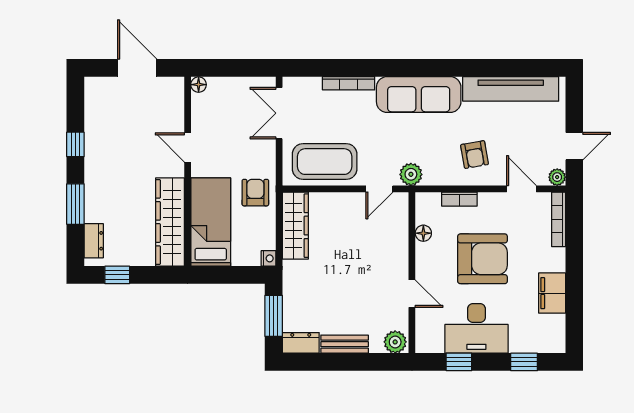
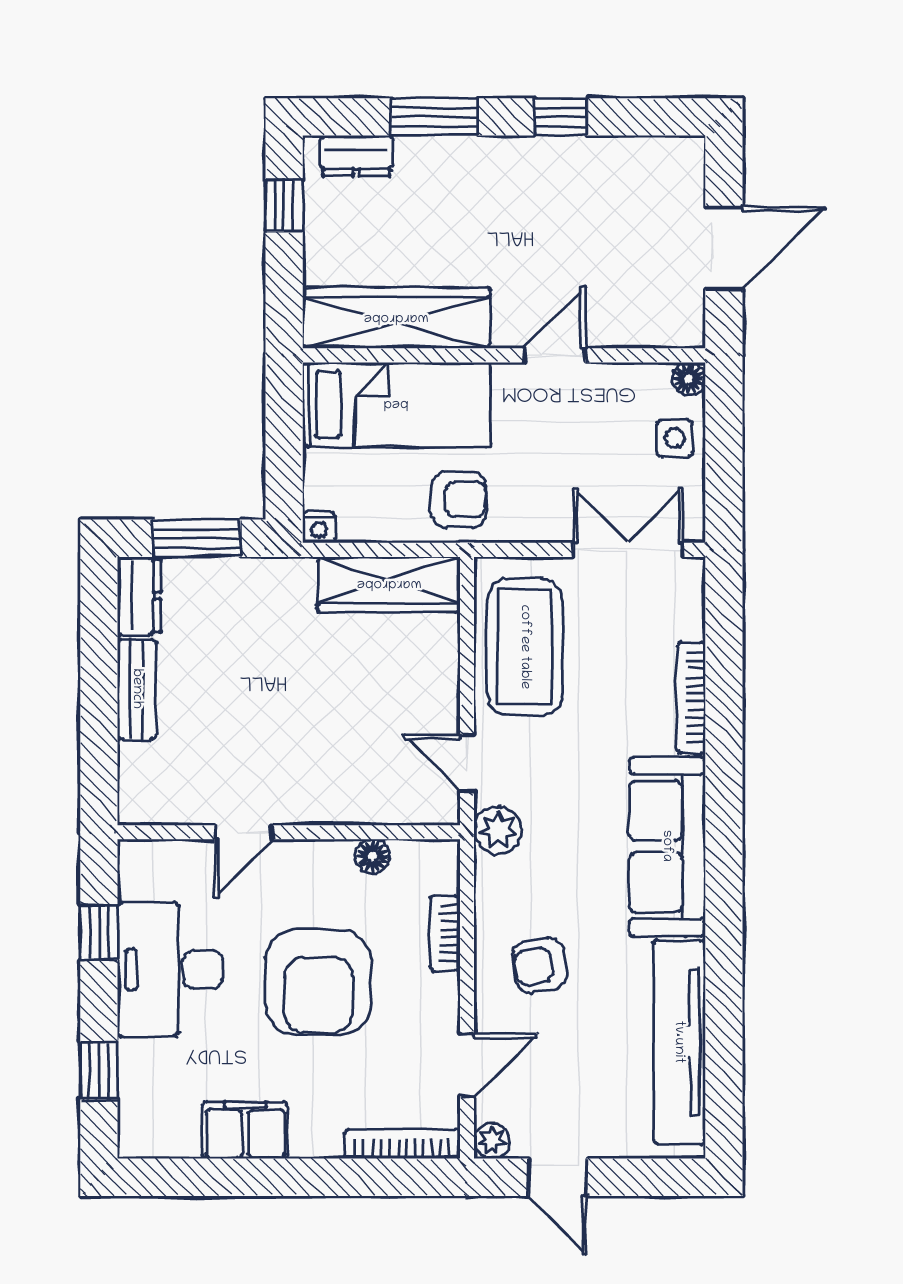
side table: (227, 91) -> (675, 438), added
plant: (395, 342) -> (141, 797), removed

